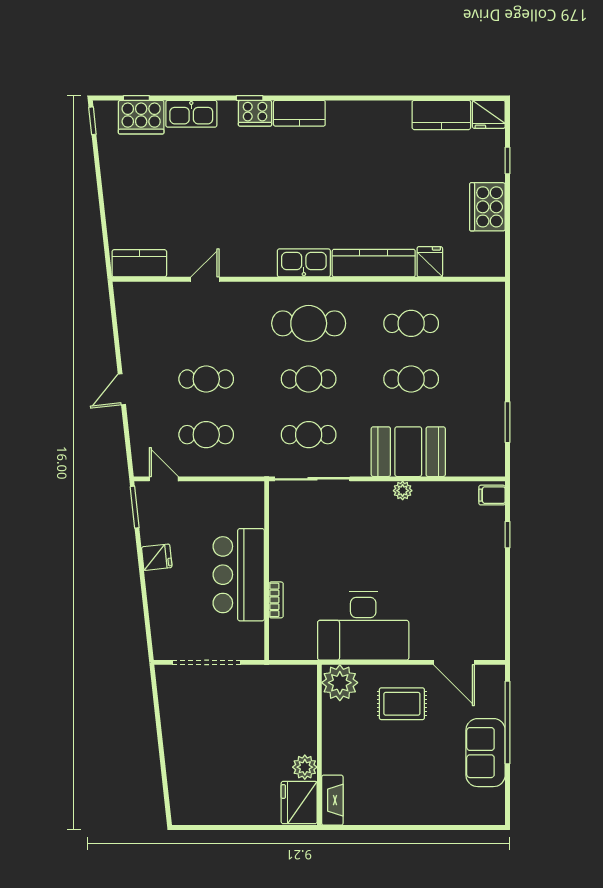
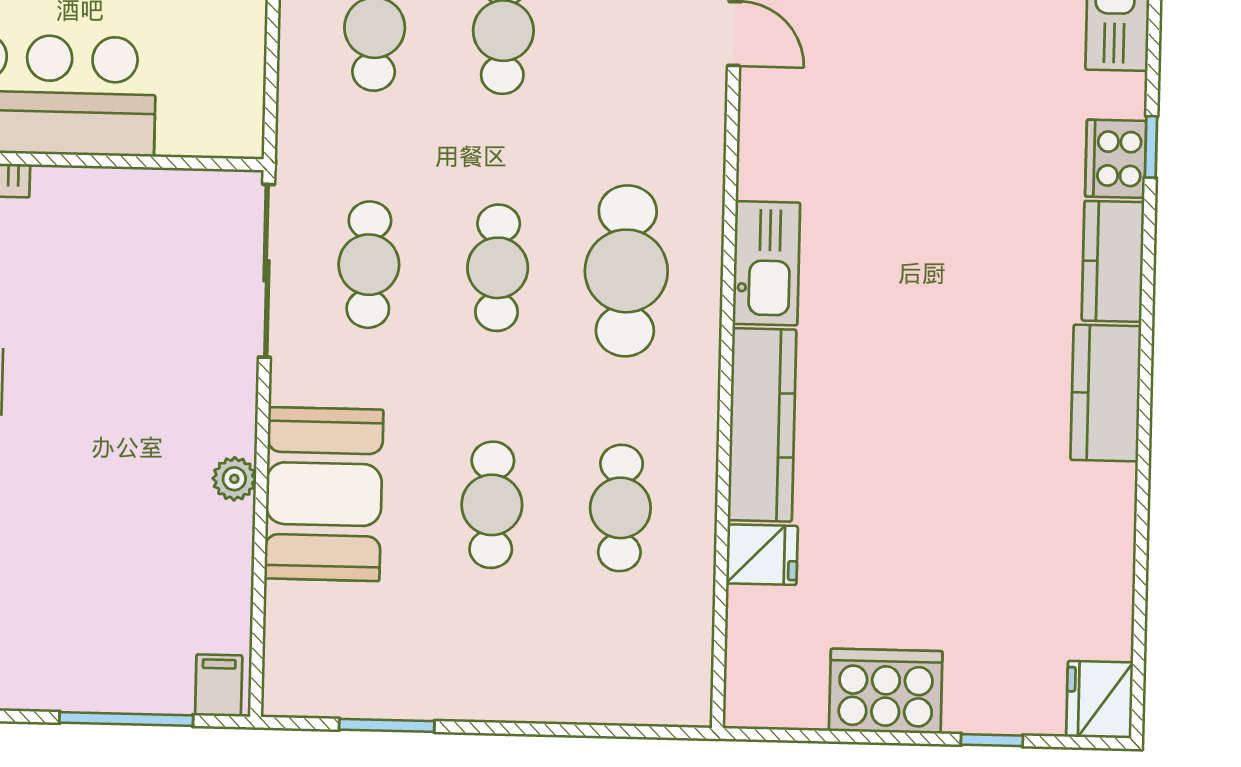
kitchen counter: (441, 115) -> (1106, 393), moved
window: (508, 535) -> (126, 719), width x2.17

